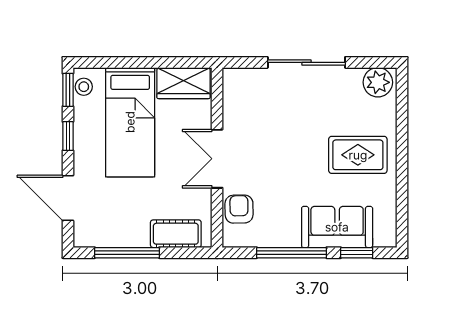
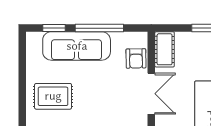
sofa: (337, 227) -> (77, 46), width x1.36
cot: (176, 234) -> (165, 49), moved, turned 90

